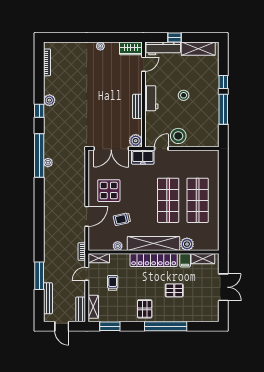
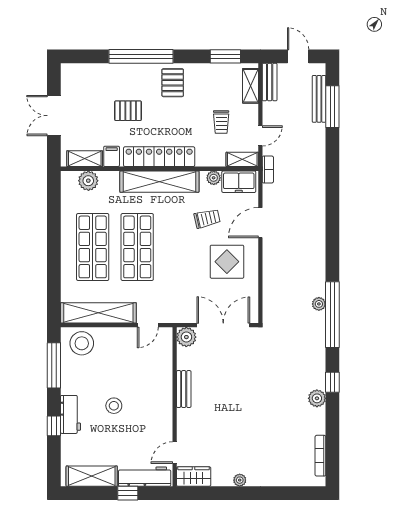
workbench: (151, 98) -> (70, 414), moved, turned 180
window: (223, 109) -> (54, 365), moved
stool: (178, 136) -> (82, 343), moved
freezer: (143, 157) -> (239, 182), moved, turned 180
shelving: (194, 157) -> (98, 313), added
plant: (187, 244) -> (88, 181), moved
window: (39, 276) -> (332, 107), moved

